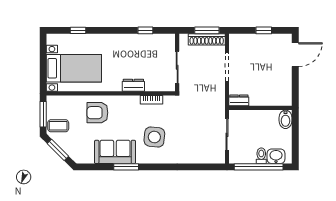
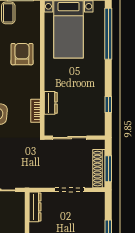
window: (78, 30) -> (108, 34), width x3.17
dresser: (133, 85) -> (51, 103), moved
dresser: (239, 100) -> (35, 207), width x1.44

